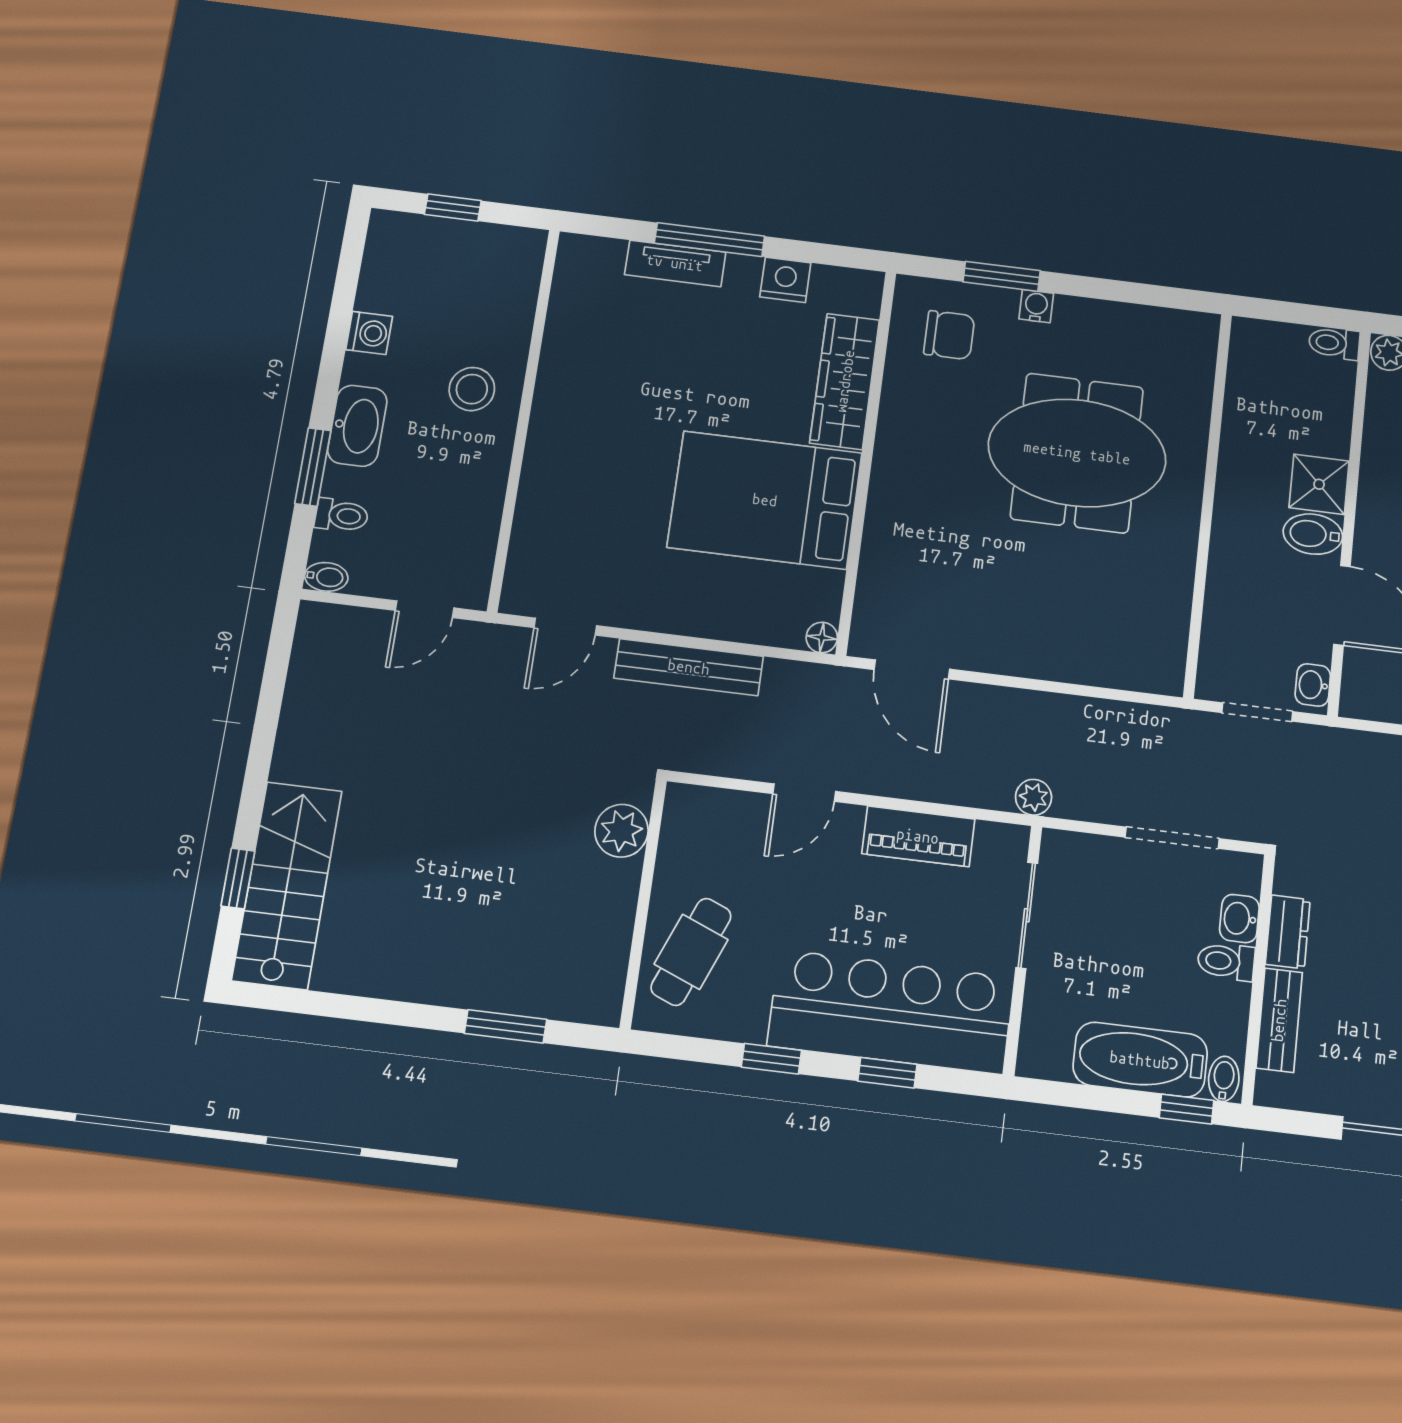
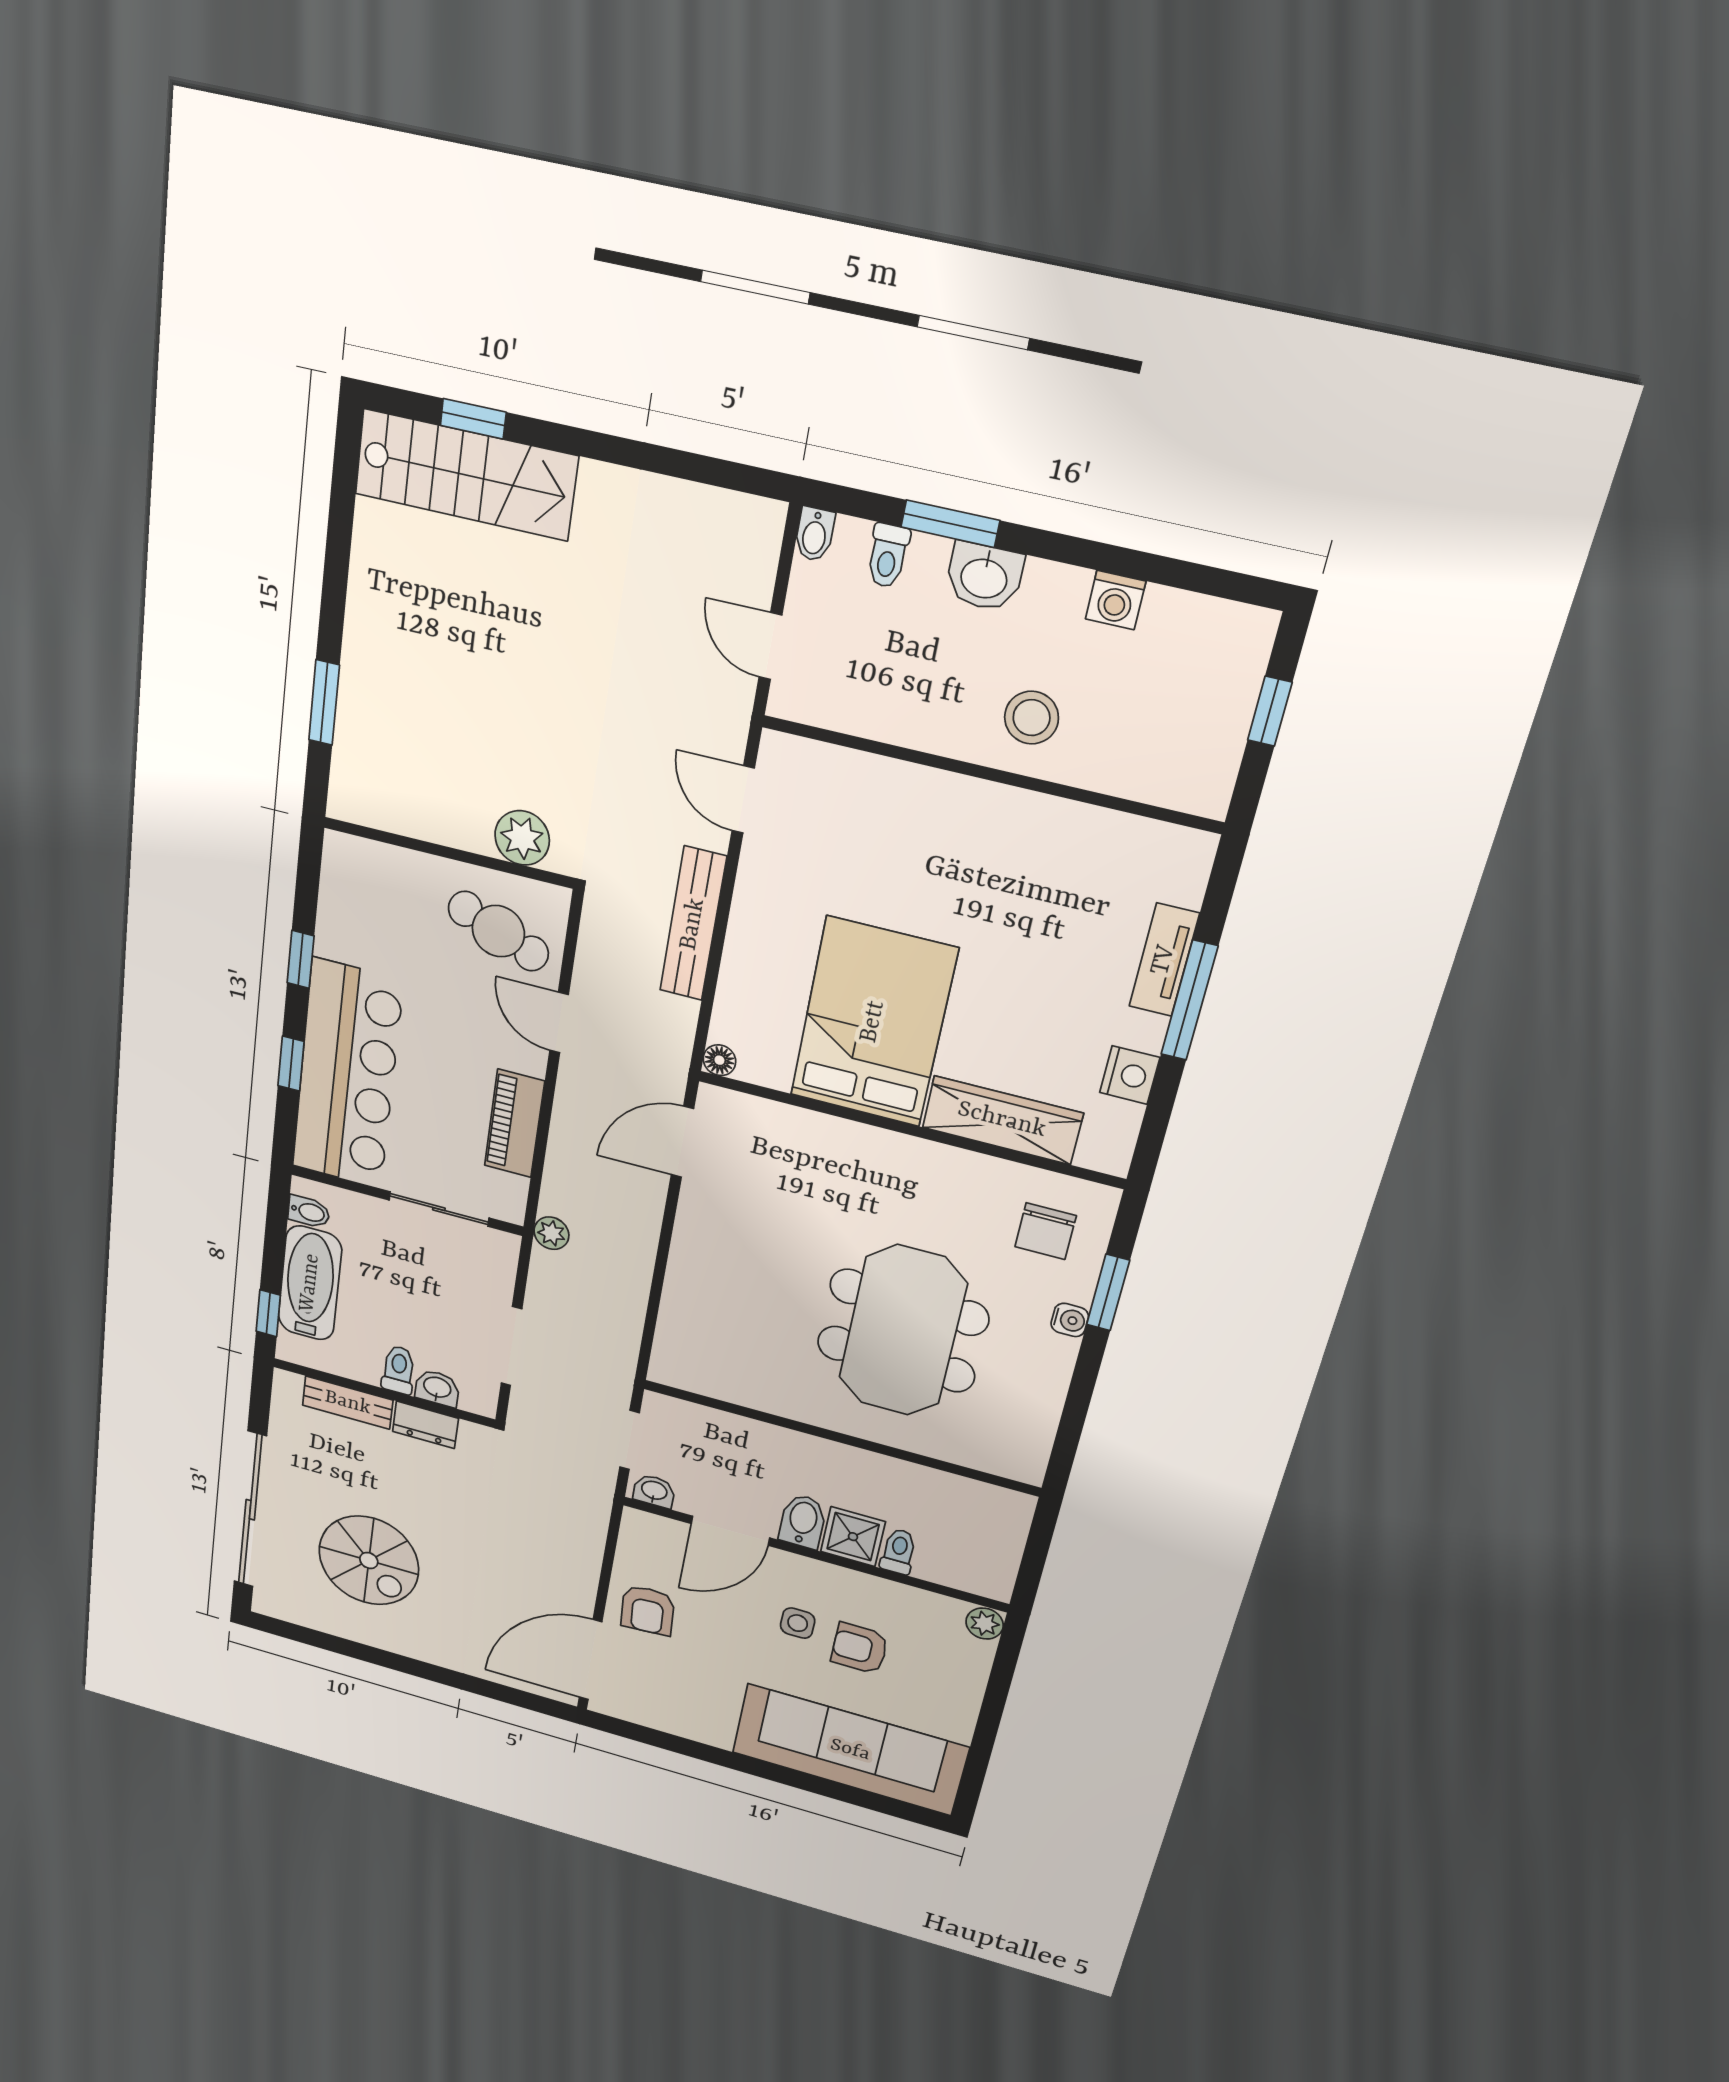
toilet: (1334, 343) -> (899, 1551), moved
washbasin: (357, 426) -> (984, 577), width x0.72
cafe table: (691, 952) -> (498, 931), moved
bidet: (1224, 1079) -> (309, 1212), moved

